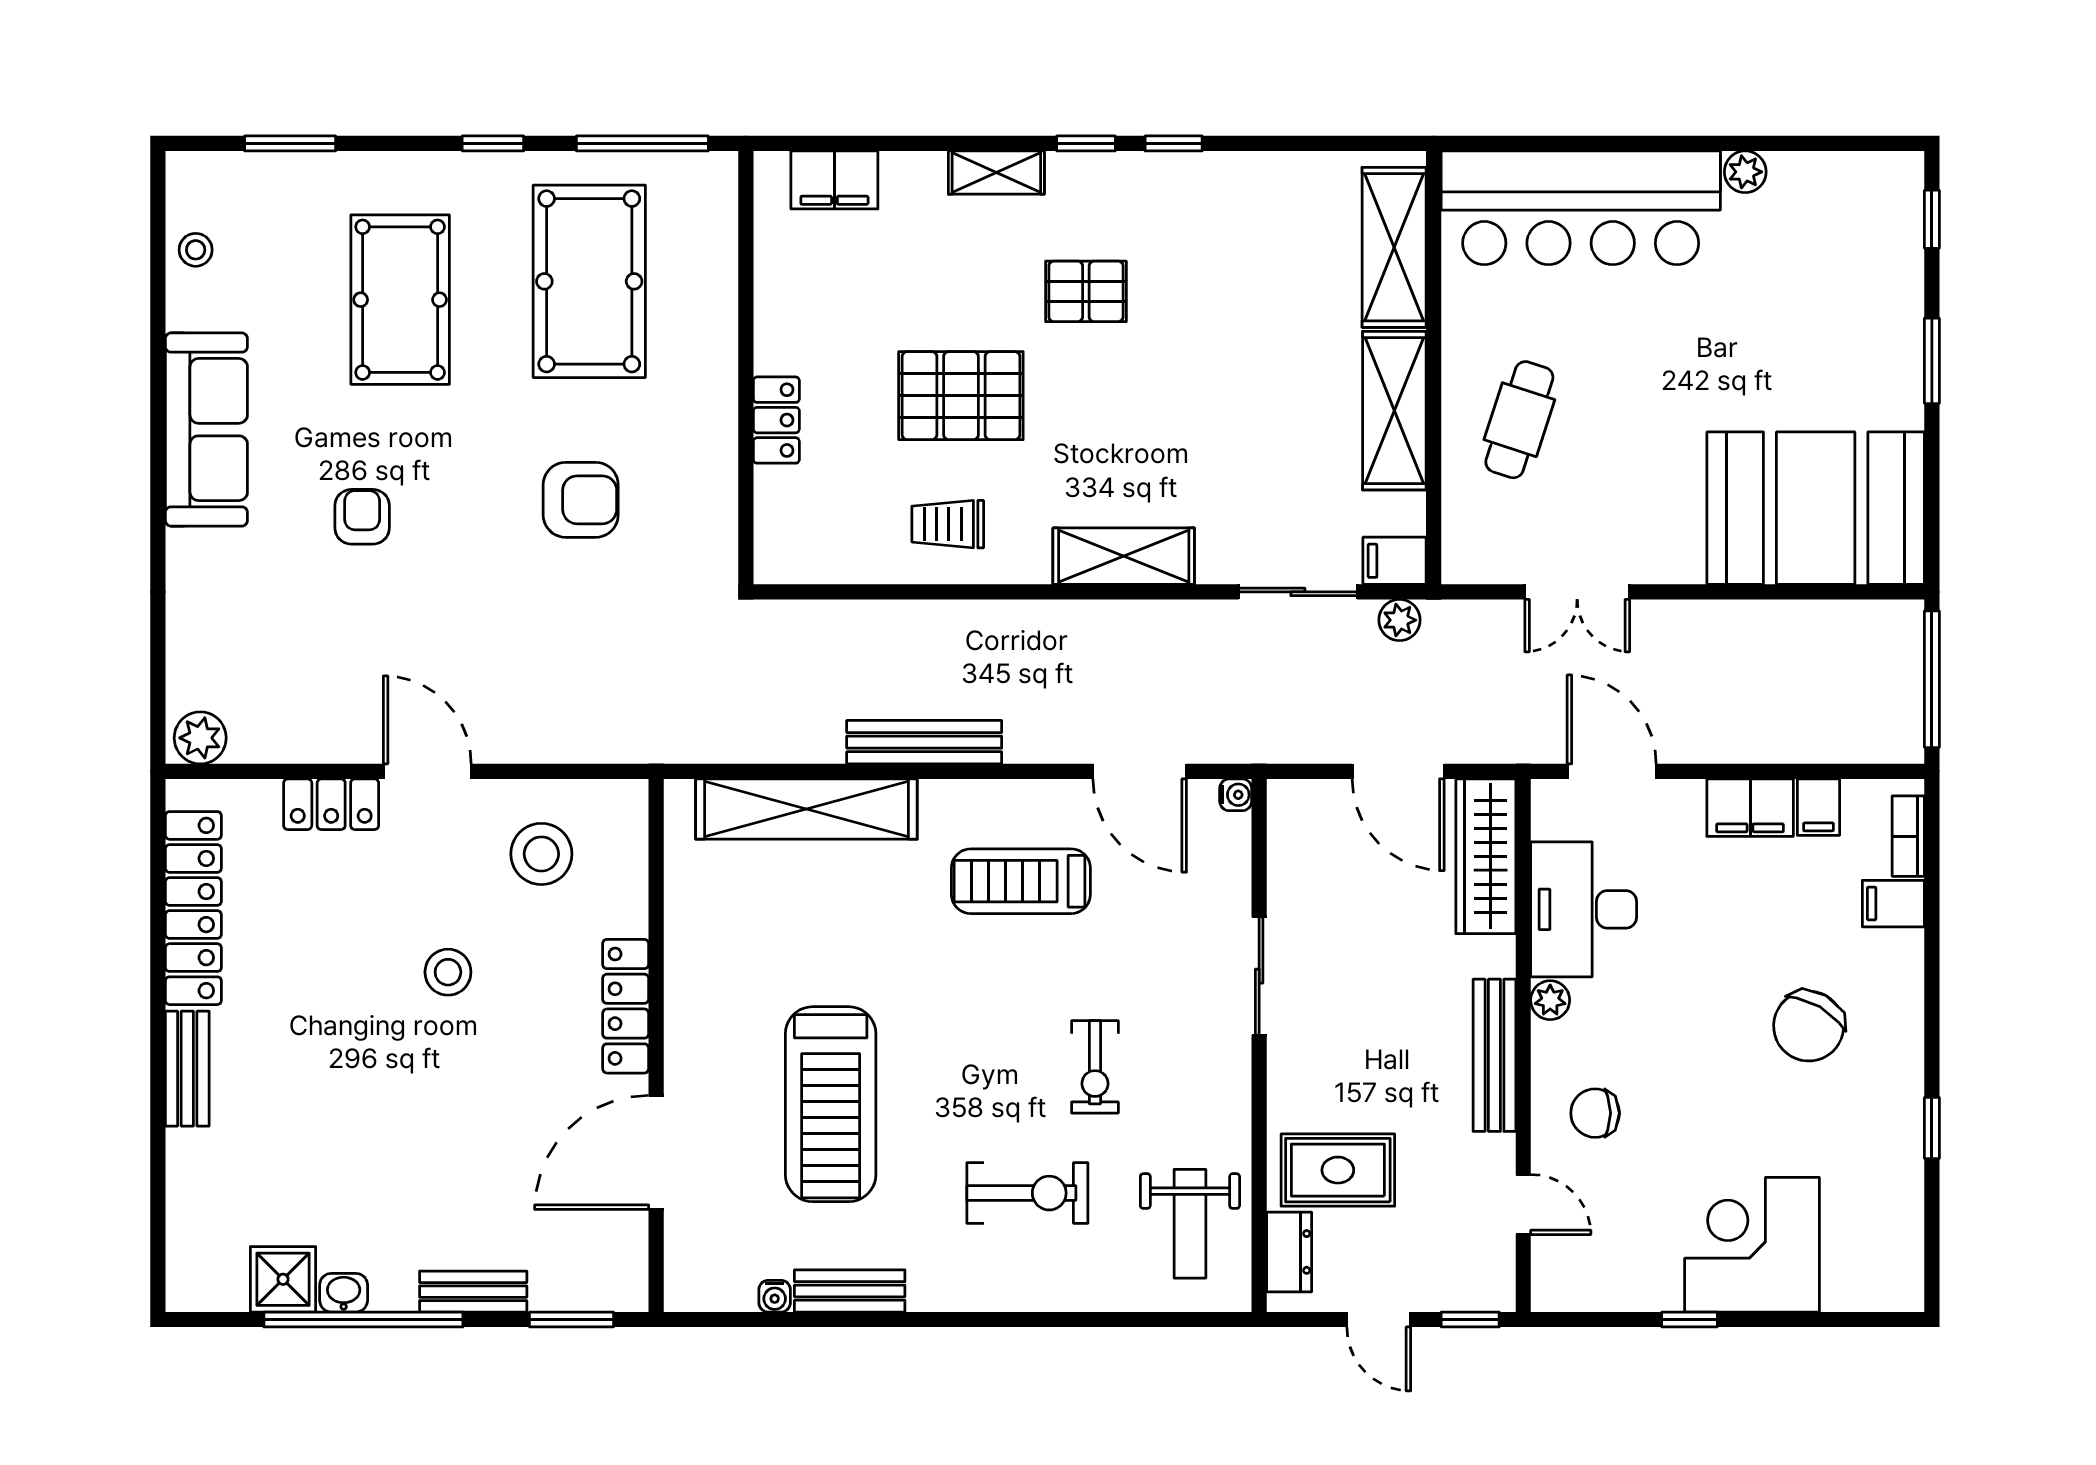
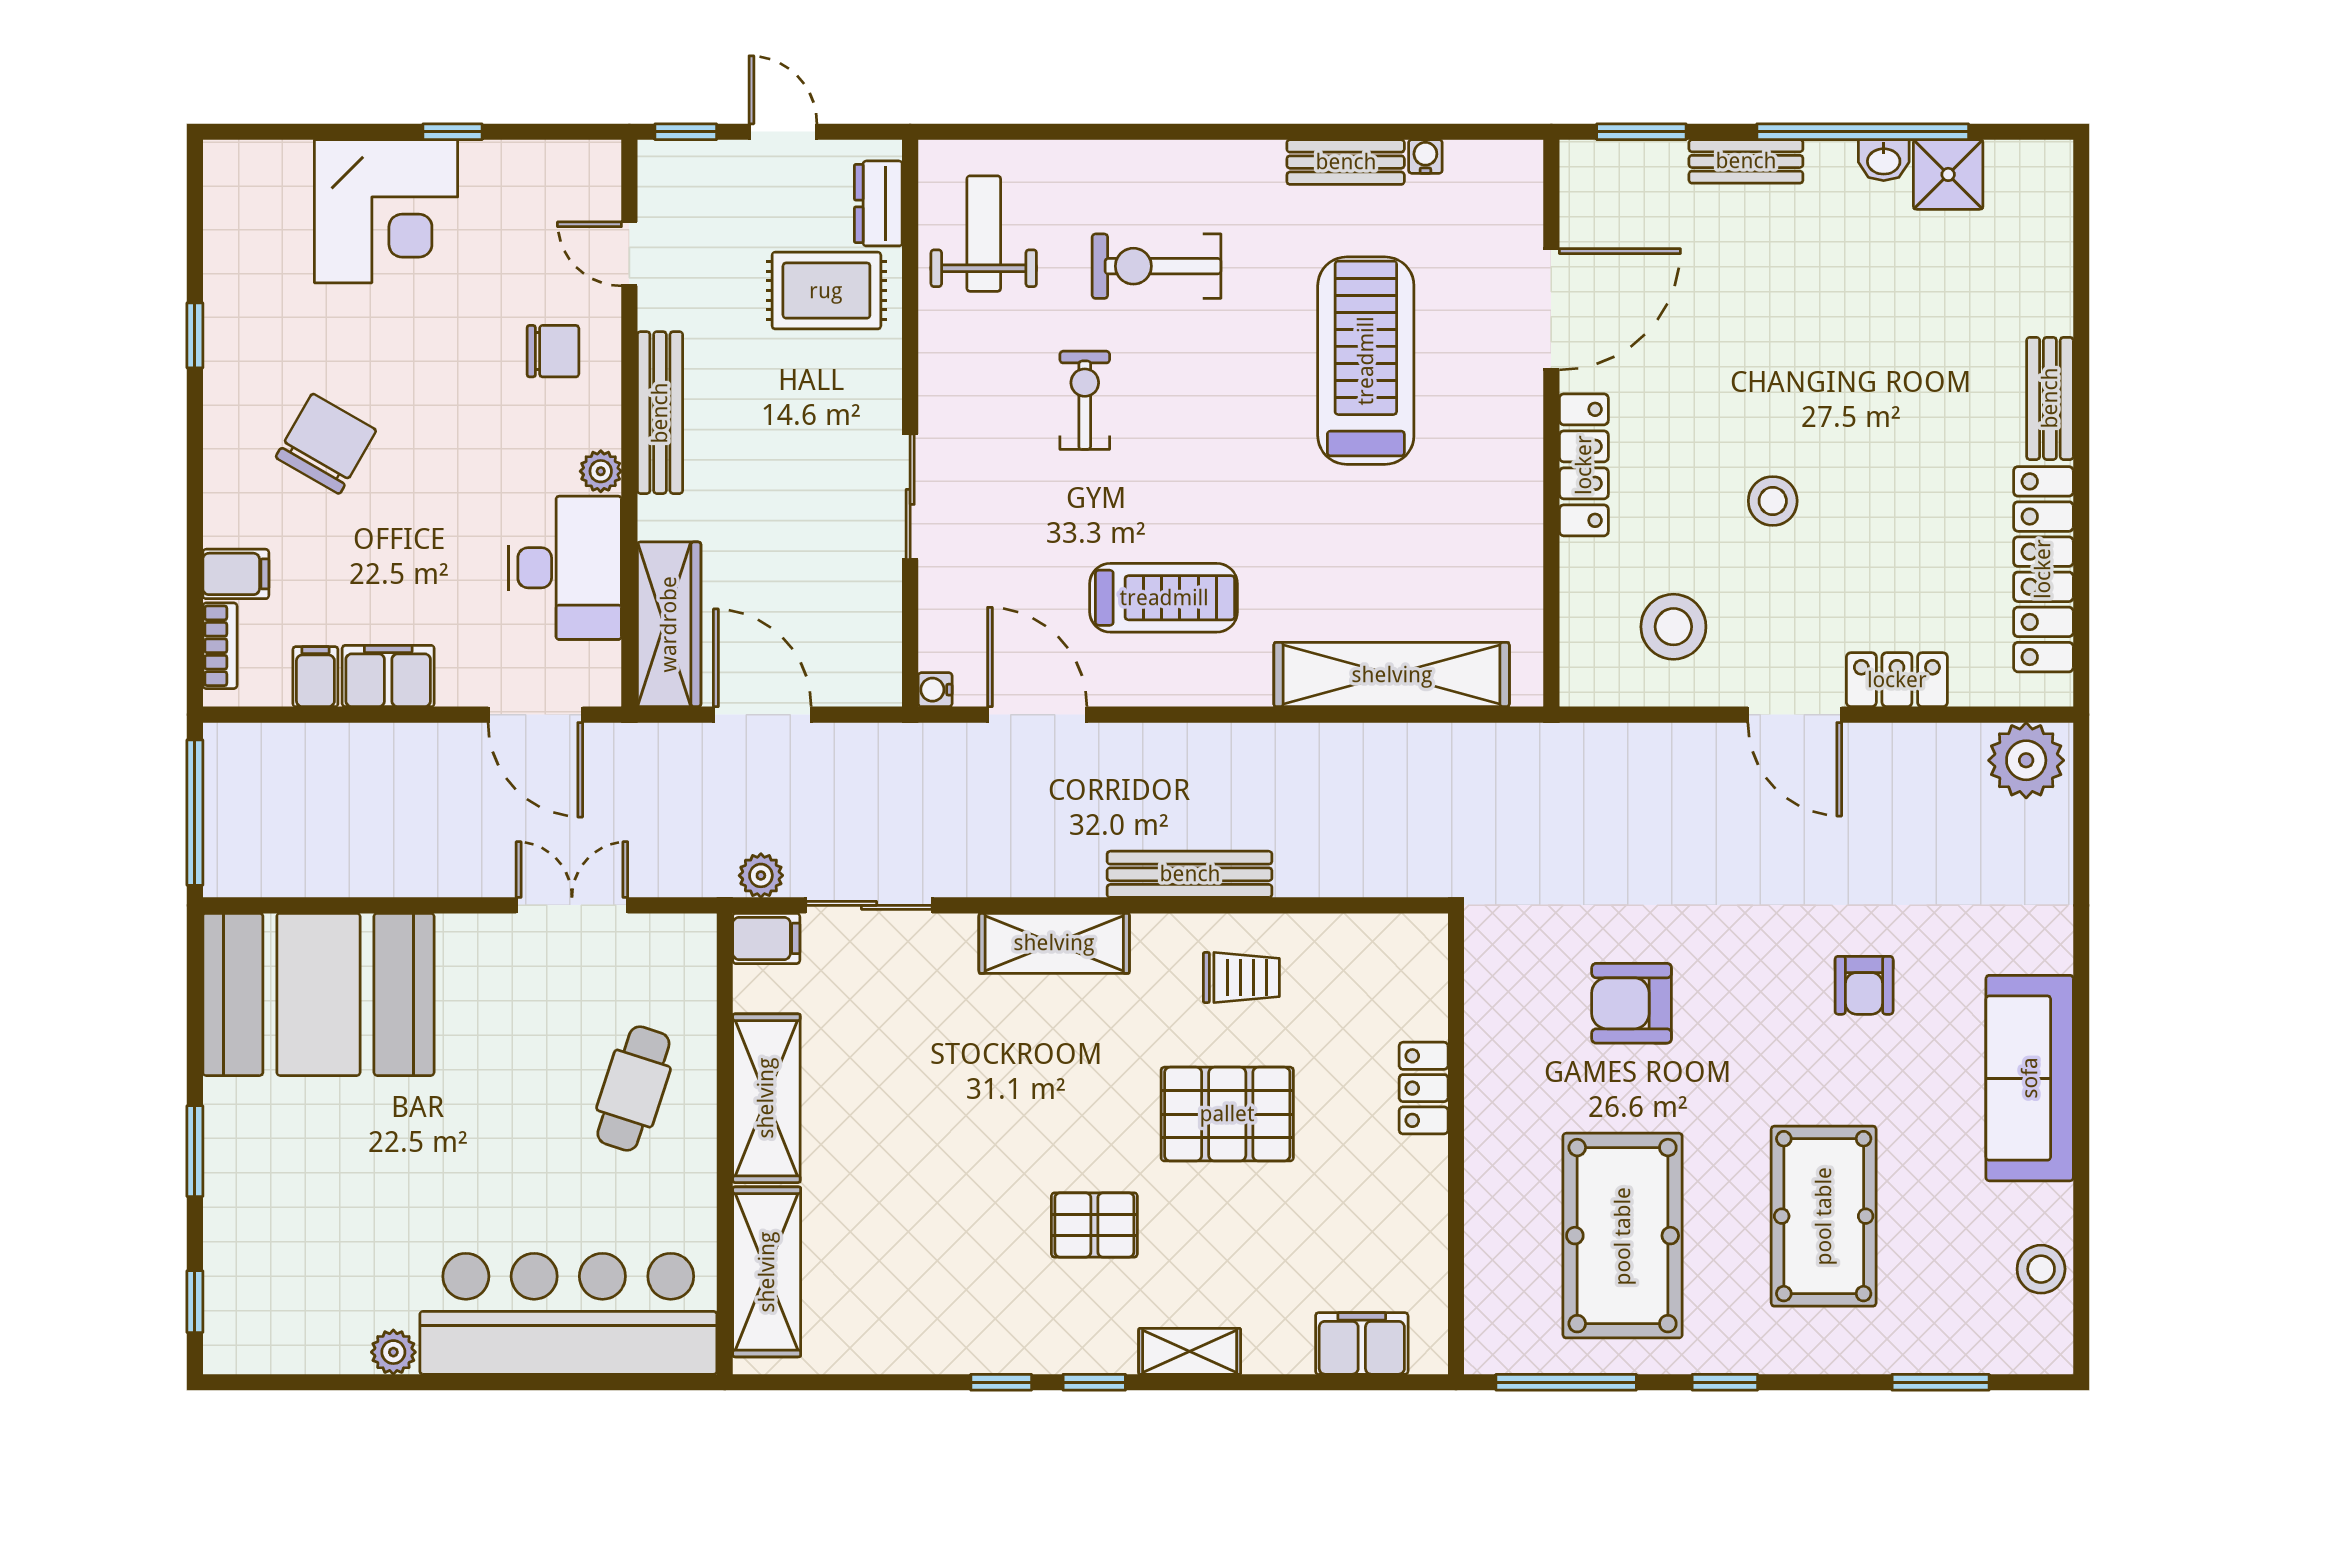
stool: (196, 250) -> (2041, 1269), width x1.37, depth x1.37
plant: (200, 738) -> (2026, 760), width x1.36, depth x1.36
bench: (924, 742) -> (1190, 874), moved

